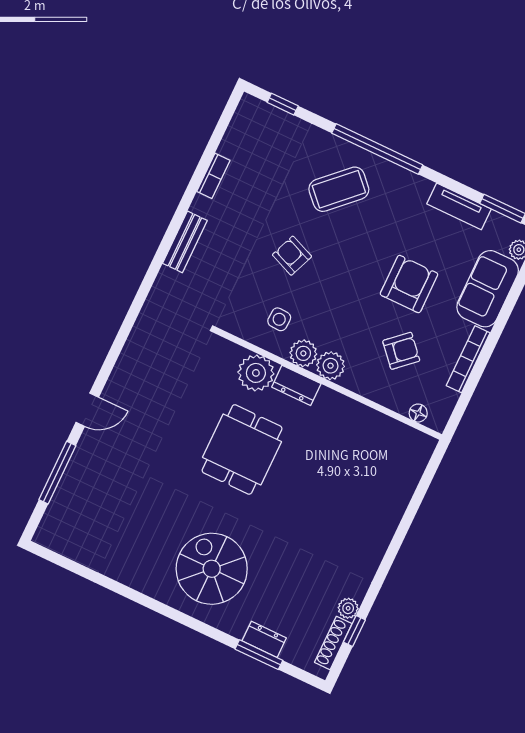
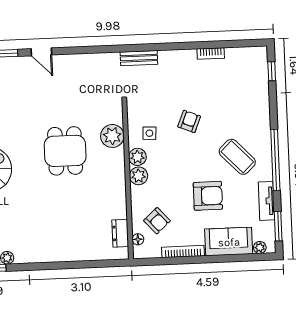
window: (377, 149) -> (275, 160), moved
coffee table: (339, 189) -> (237, 157), moved
bench: (185, 242) -> (139, 58), moved
armchair: (401, 351) -> (157, 221), moved
dresser: (296, 385) -> (120, 233), moved
dining table: (242, 449) -> (65, 151), turned 90

